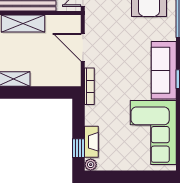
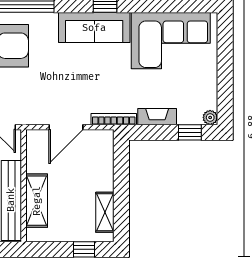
fireplace: (91, 142) -> (157, 117), moved

